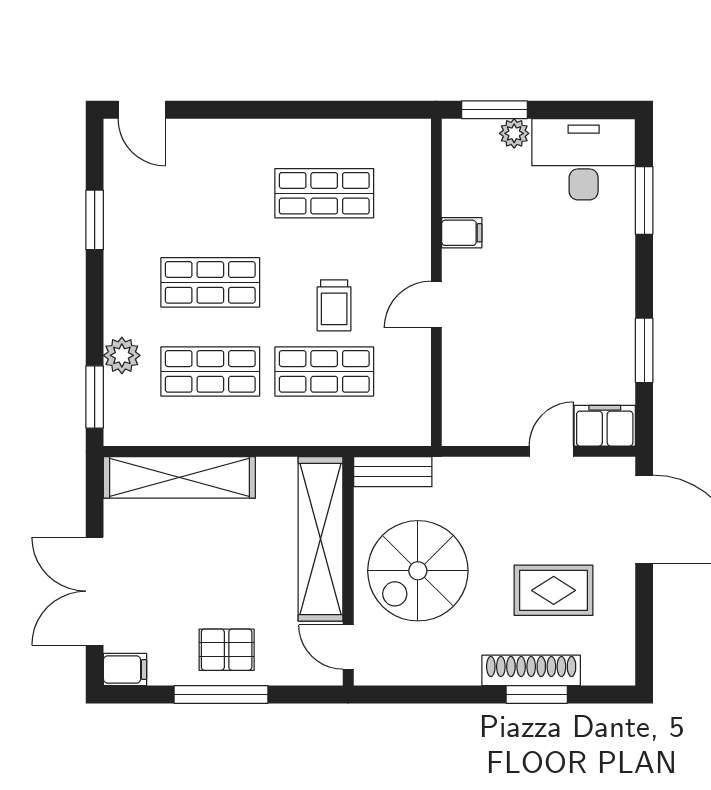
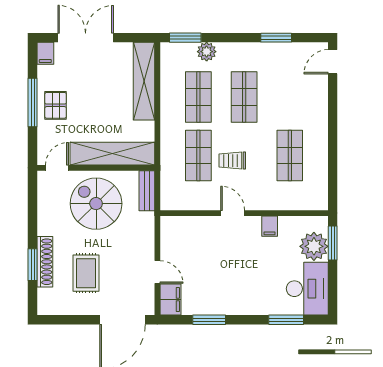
plant: (514, 133) -> (314, 246), width x1.88, depth x1.88

